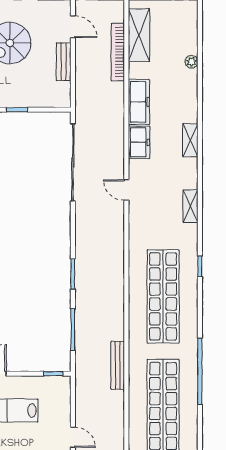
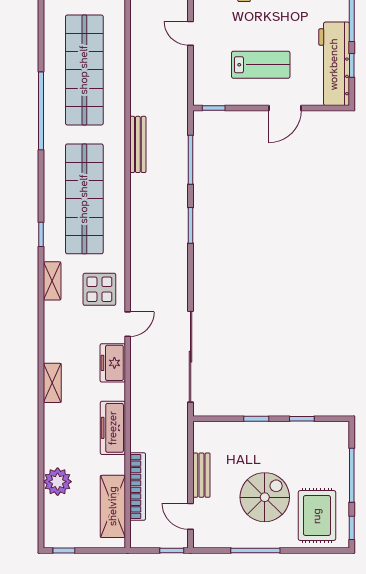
plant: (191, 62) -> (58, 482), width x1.87, depth x1.87
freezer: (139, 142) -> (113, 363), moved
door: (126, 190) -> (128, 324), hinge flipped
shelving: (190, 206) -> (52, 281), moved
display table: (150, 220) -> (99, 289), added
bench: (118, 365) -> (138, 144), moved

